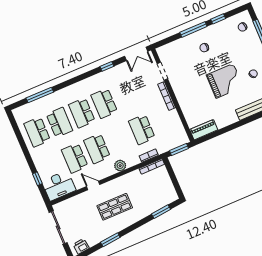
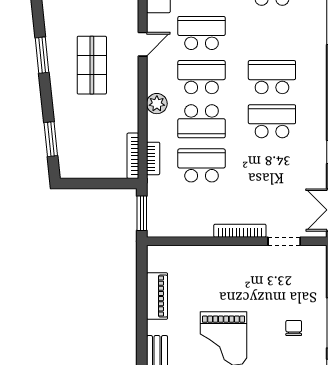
school desk: (59, 122) -> (202, 121), moved
piano: (204, 130) -> (157, 296), moved
window: (110, 240) -> (42, 55), moved

